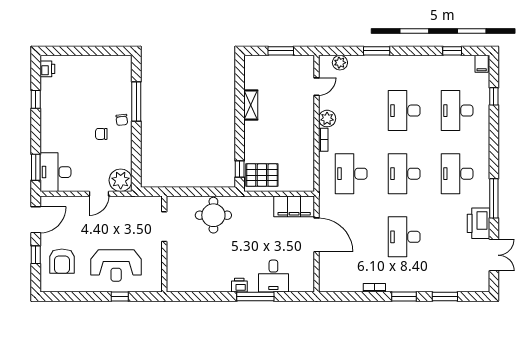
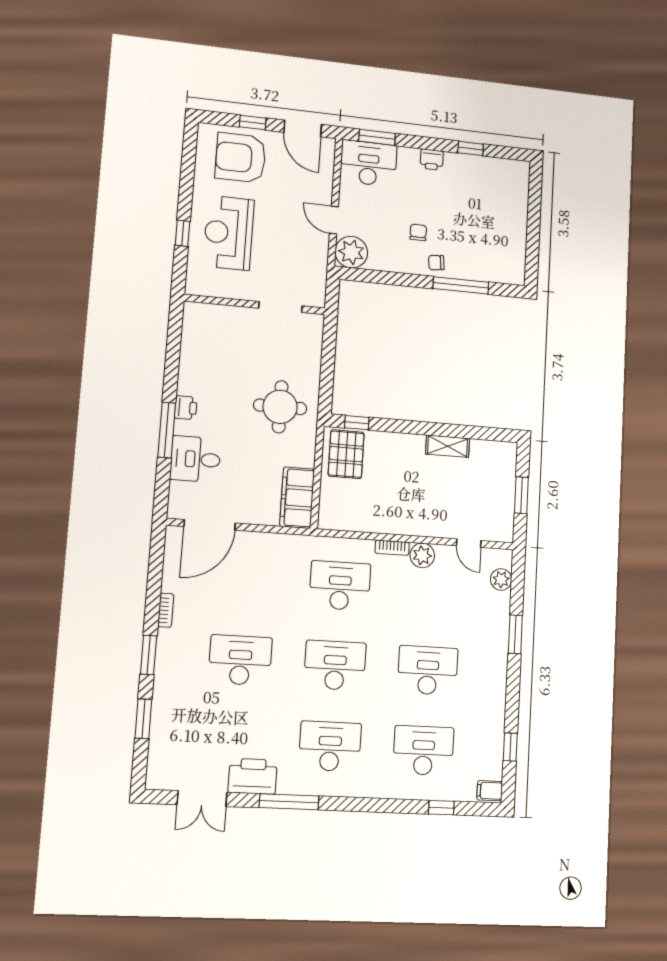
printer: (47, 69) -> (432, 160), moved
round table: (213, 215) -> (280, 407), moved
door: (317, 235) -> (210, 525), moved
armchair: (62, 261) -> (241, 158), width x1.36, depth x1.36

